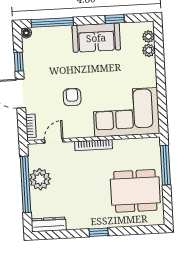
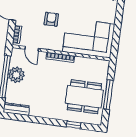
door: (54, 141) -> (32, 49), swing flipped
window: (165, 165) -> (108, 95), moved
window: (99, 232) -> (74, 125), moved

